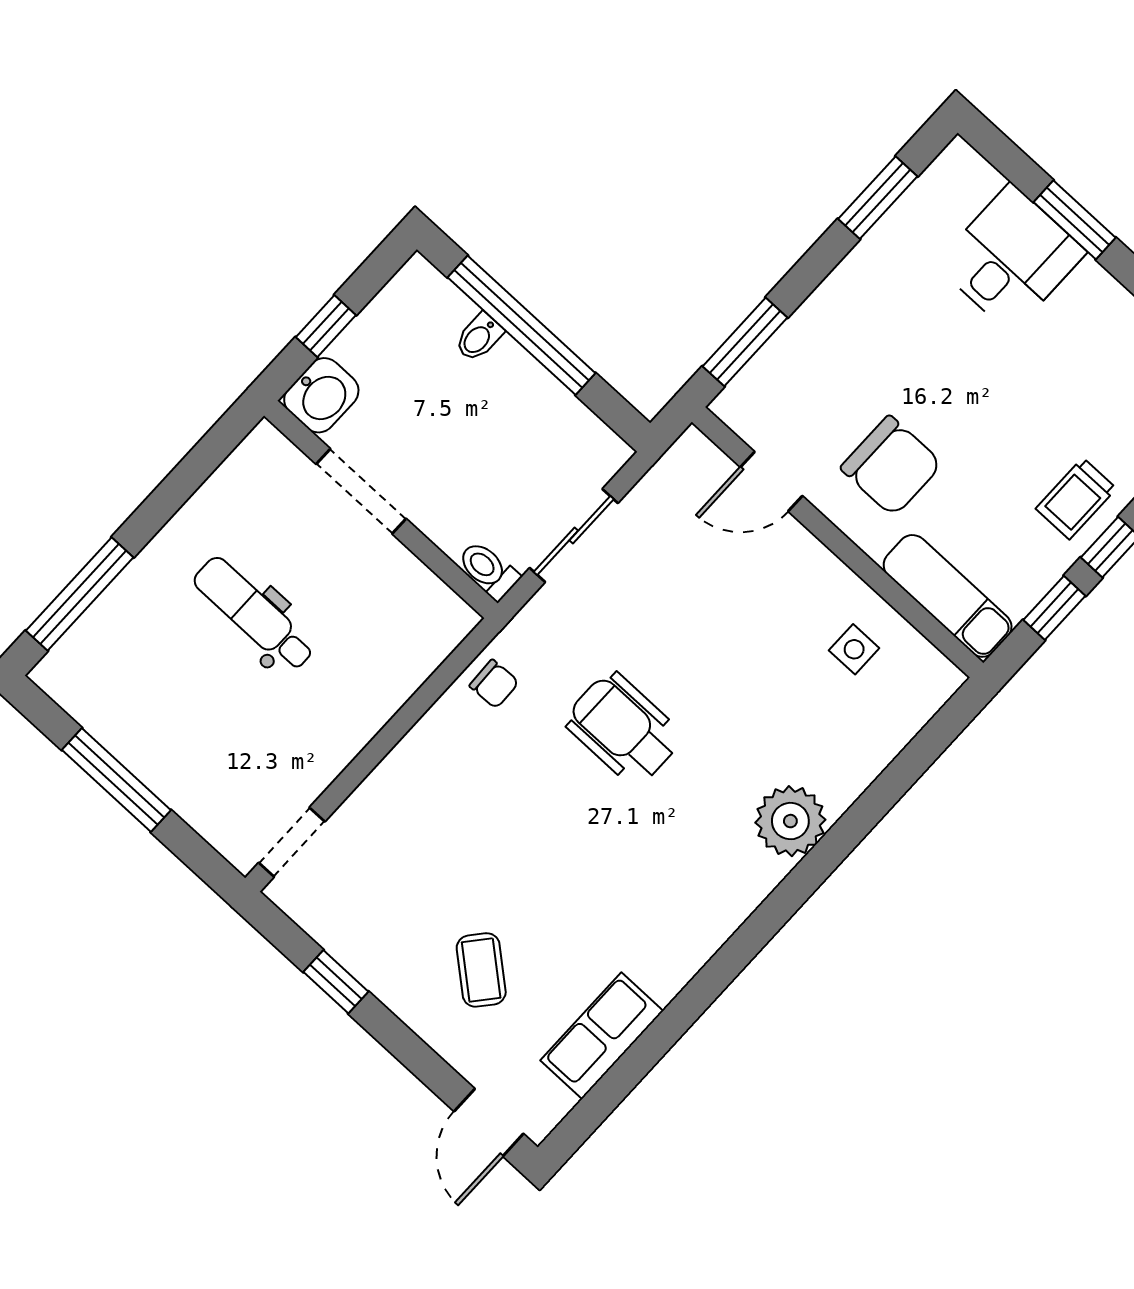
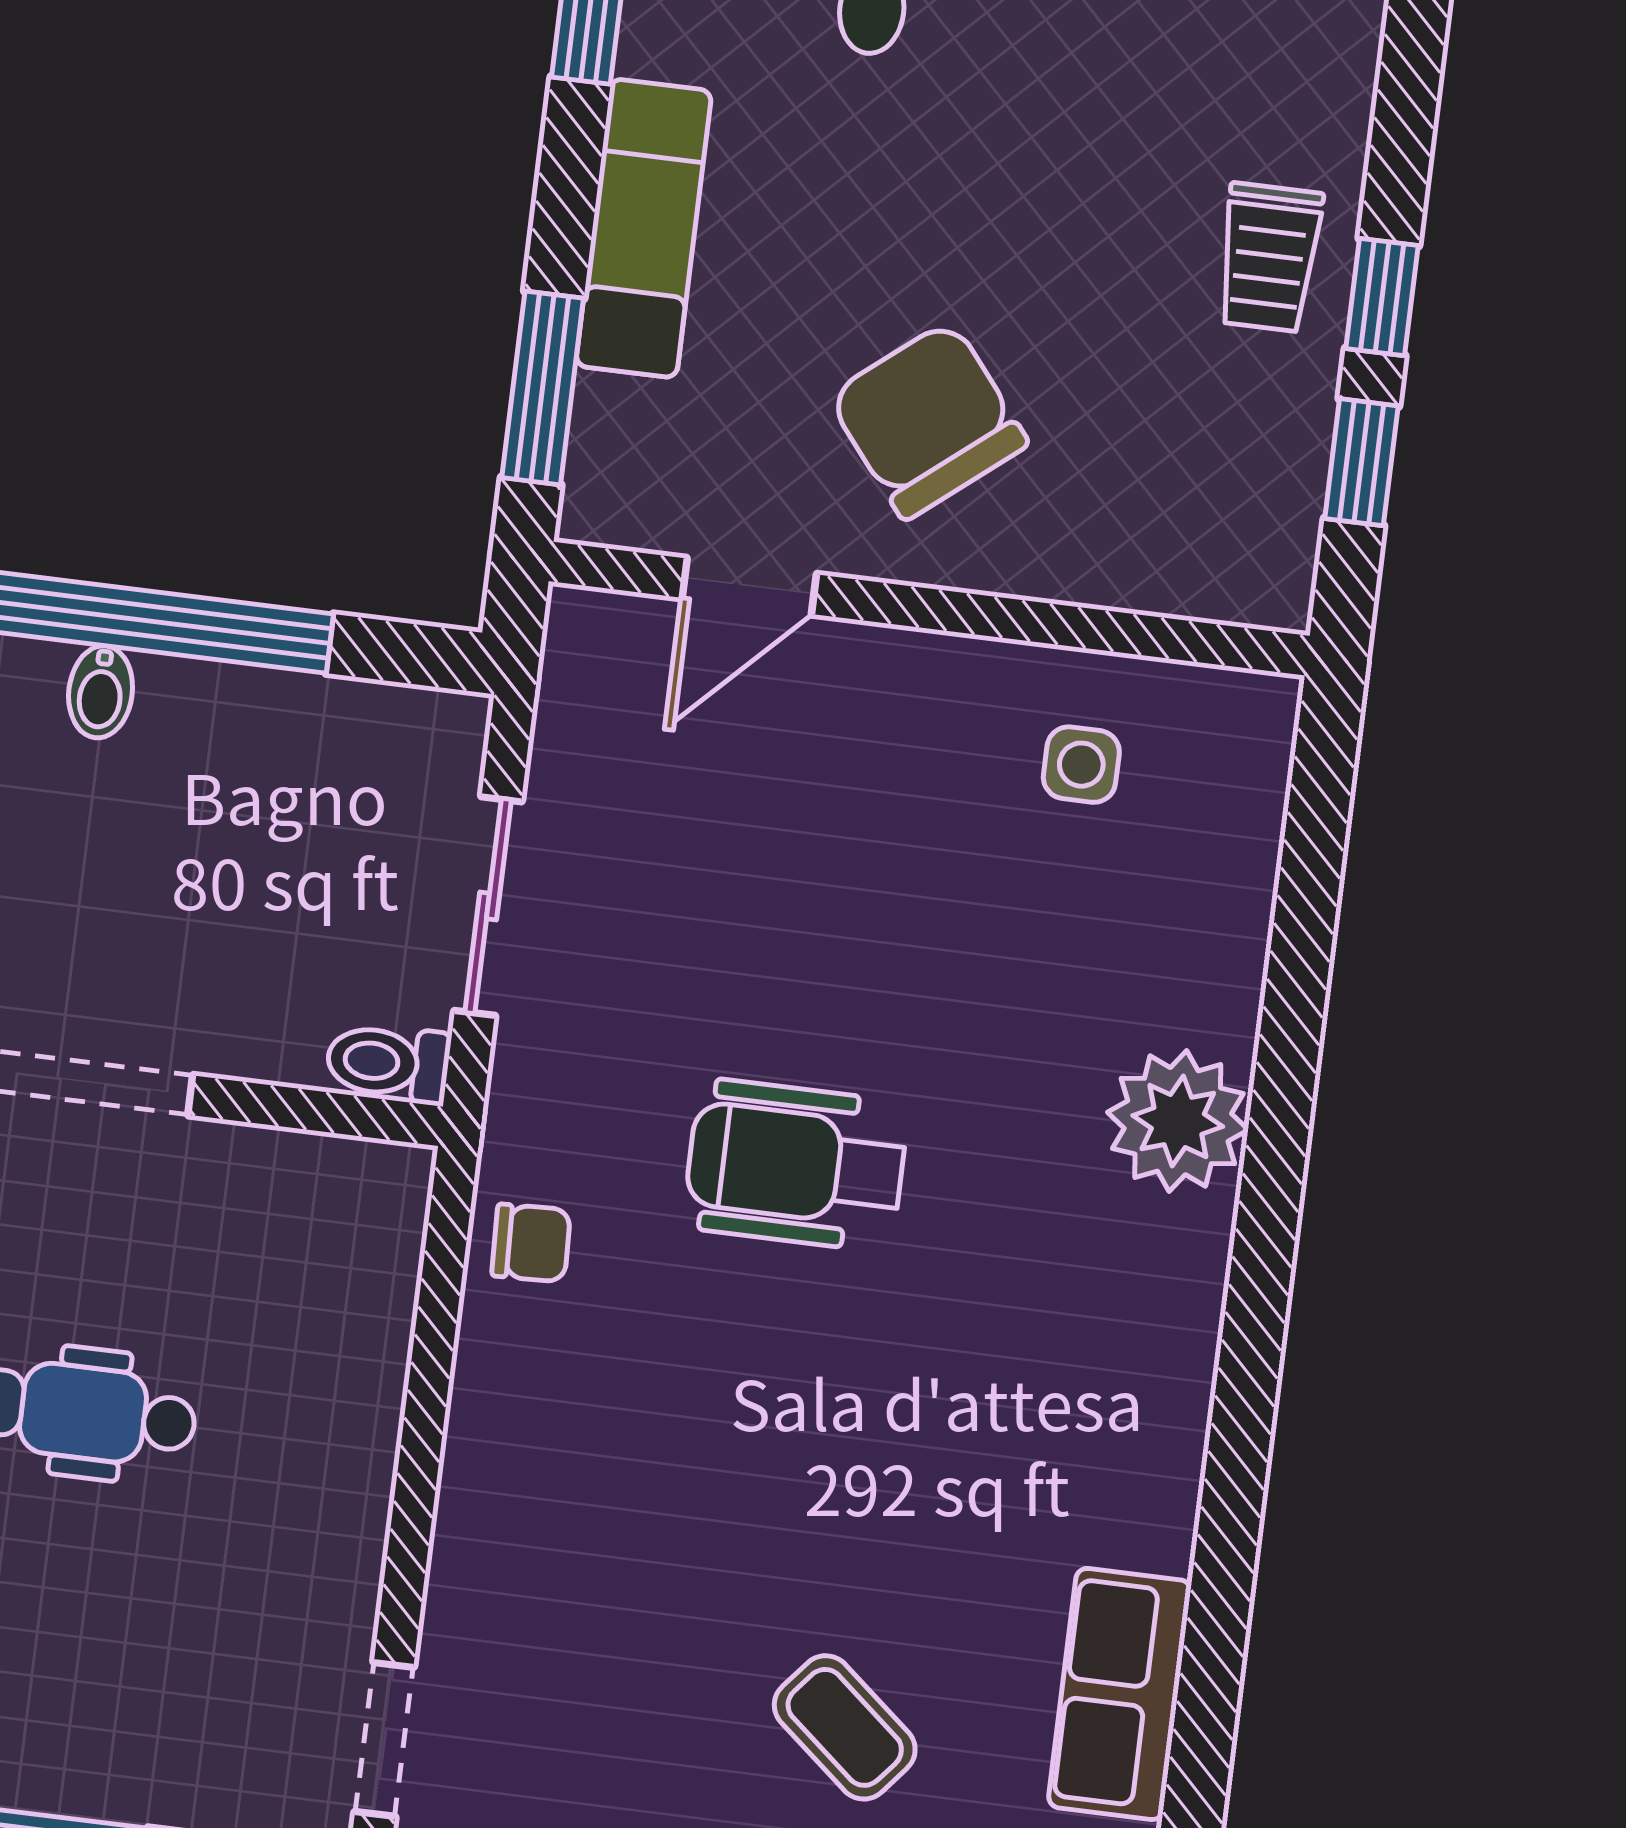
chair: (891, 466) -> (928, 420), turned -129
exam couch: (948, 596) -> (644, 228), moved, turned 90

